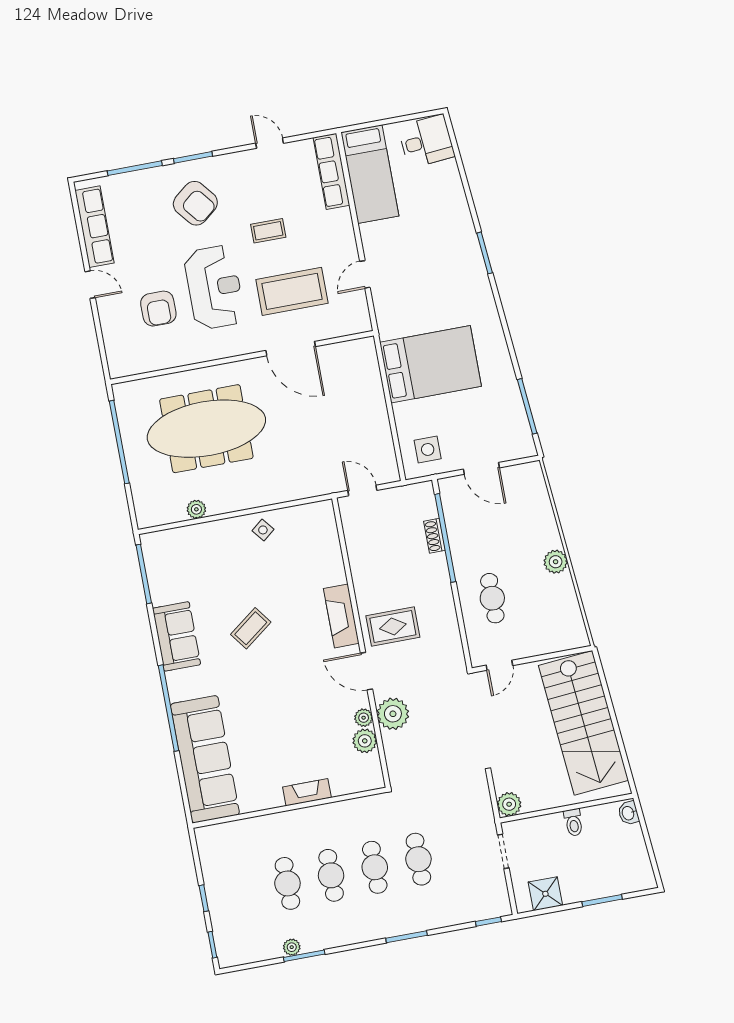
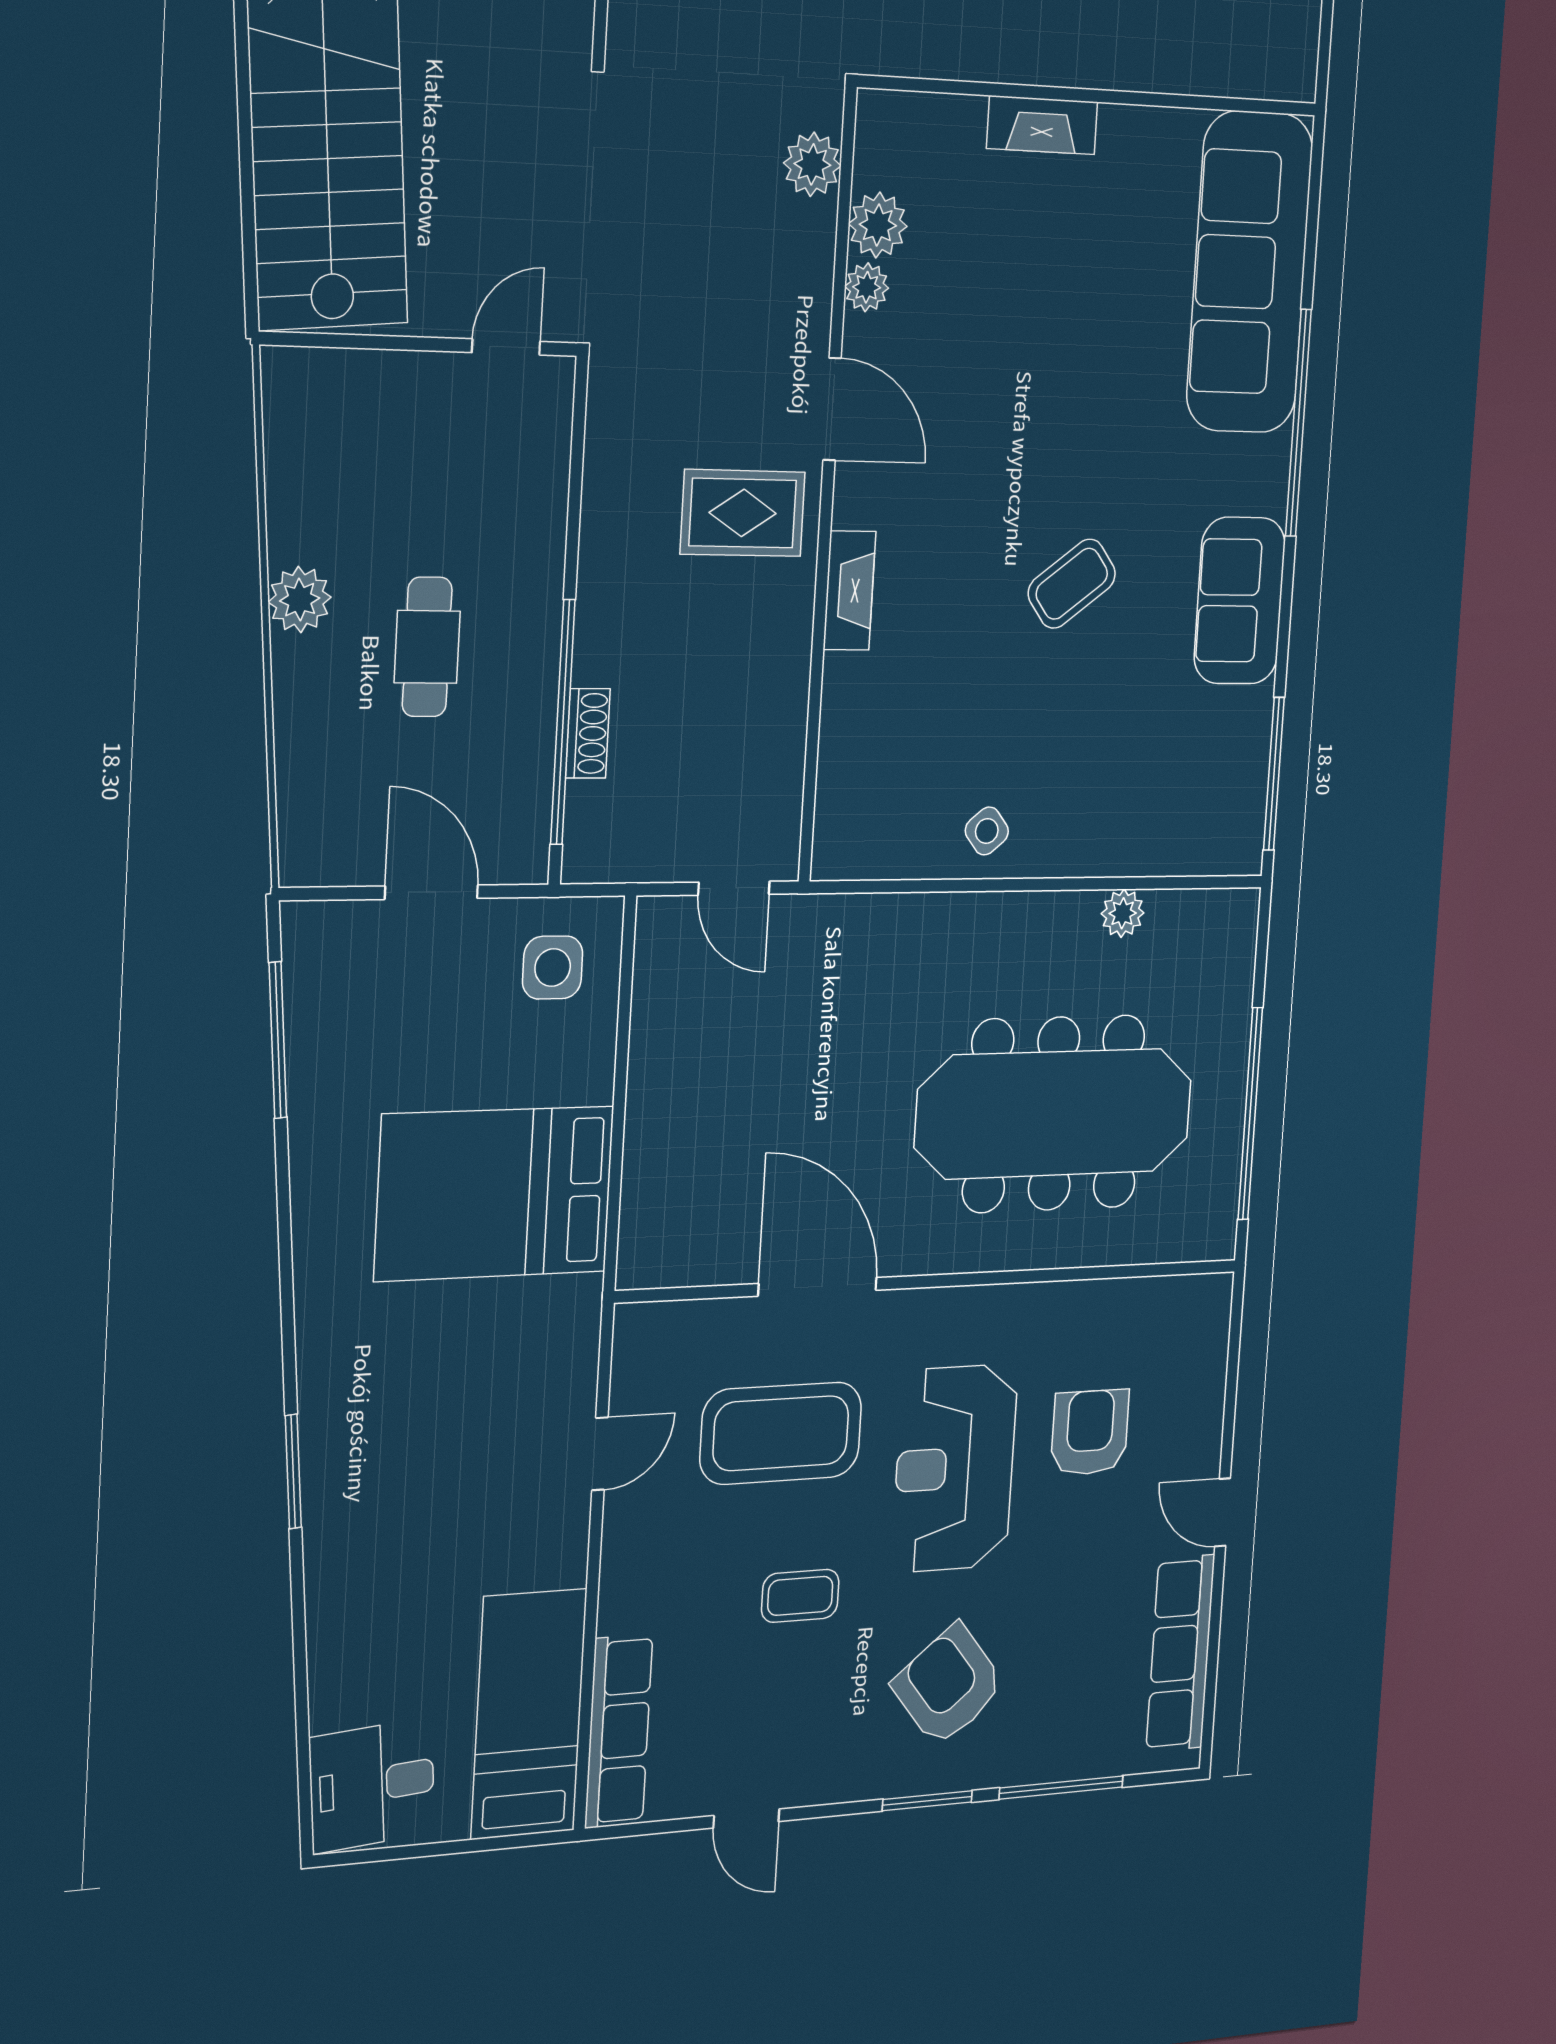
cafe table: (492, 598) -> (427, 647), moved
fireplace: (341, 616) -> (849, 591), width x0.73, depth x0.76
plant: (393, 714) -> (812, 164), moved, width x0.73, depth x0.73

